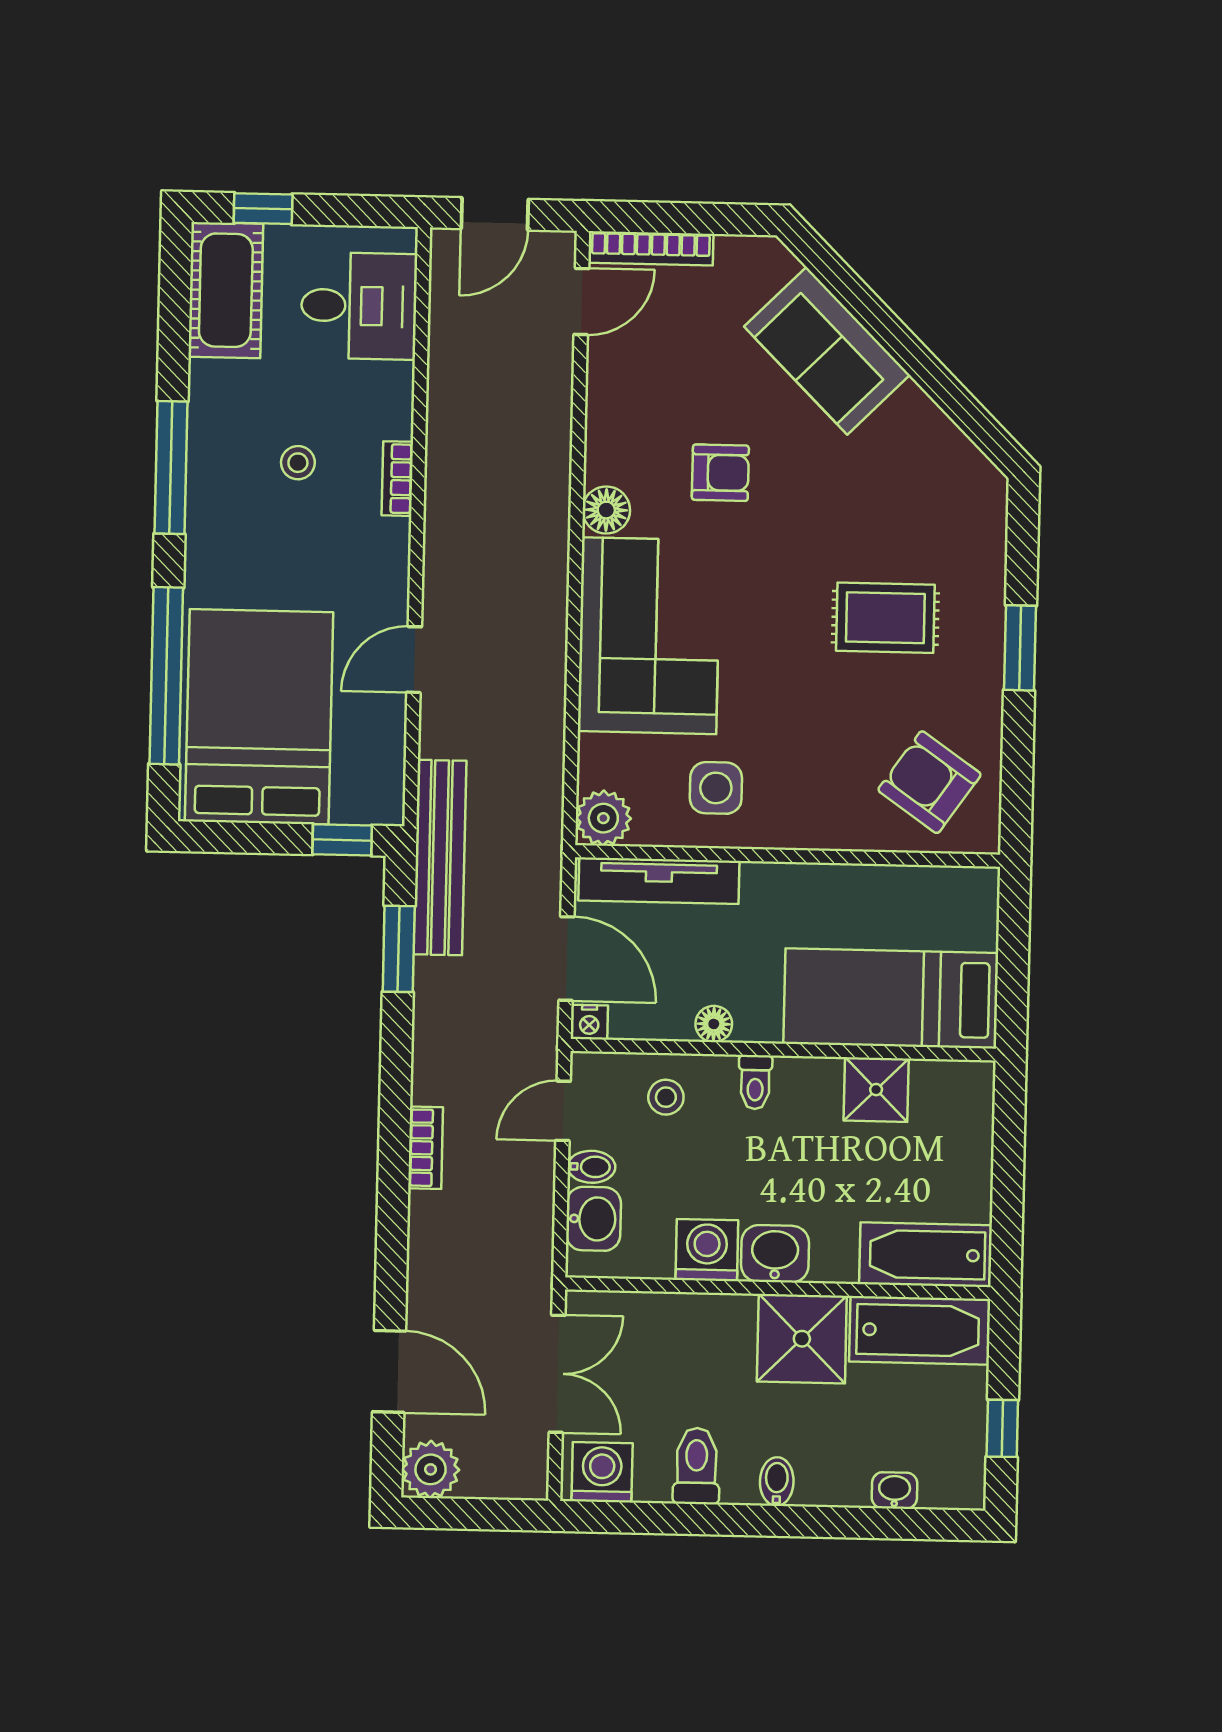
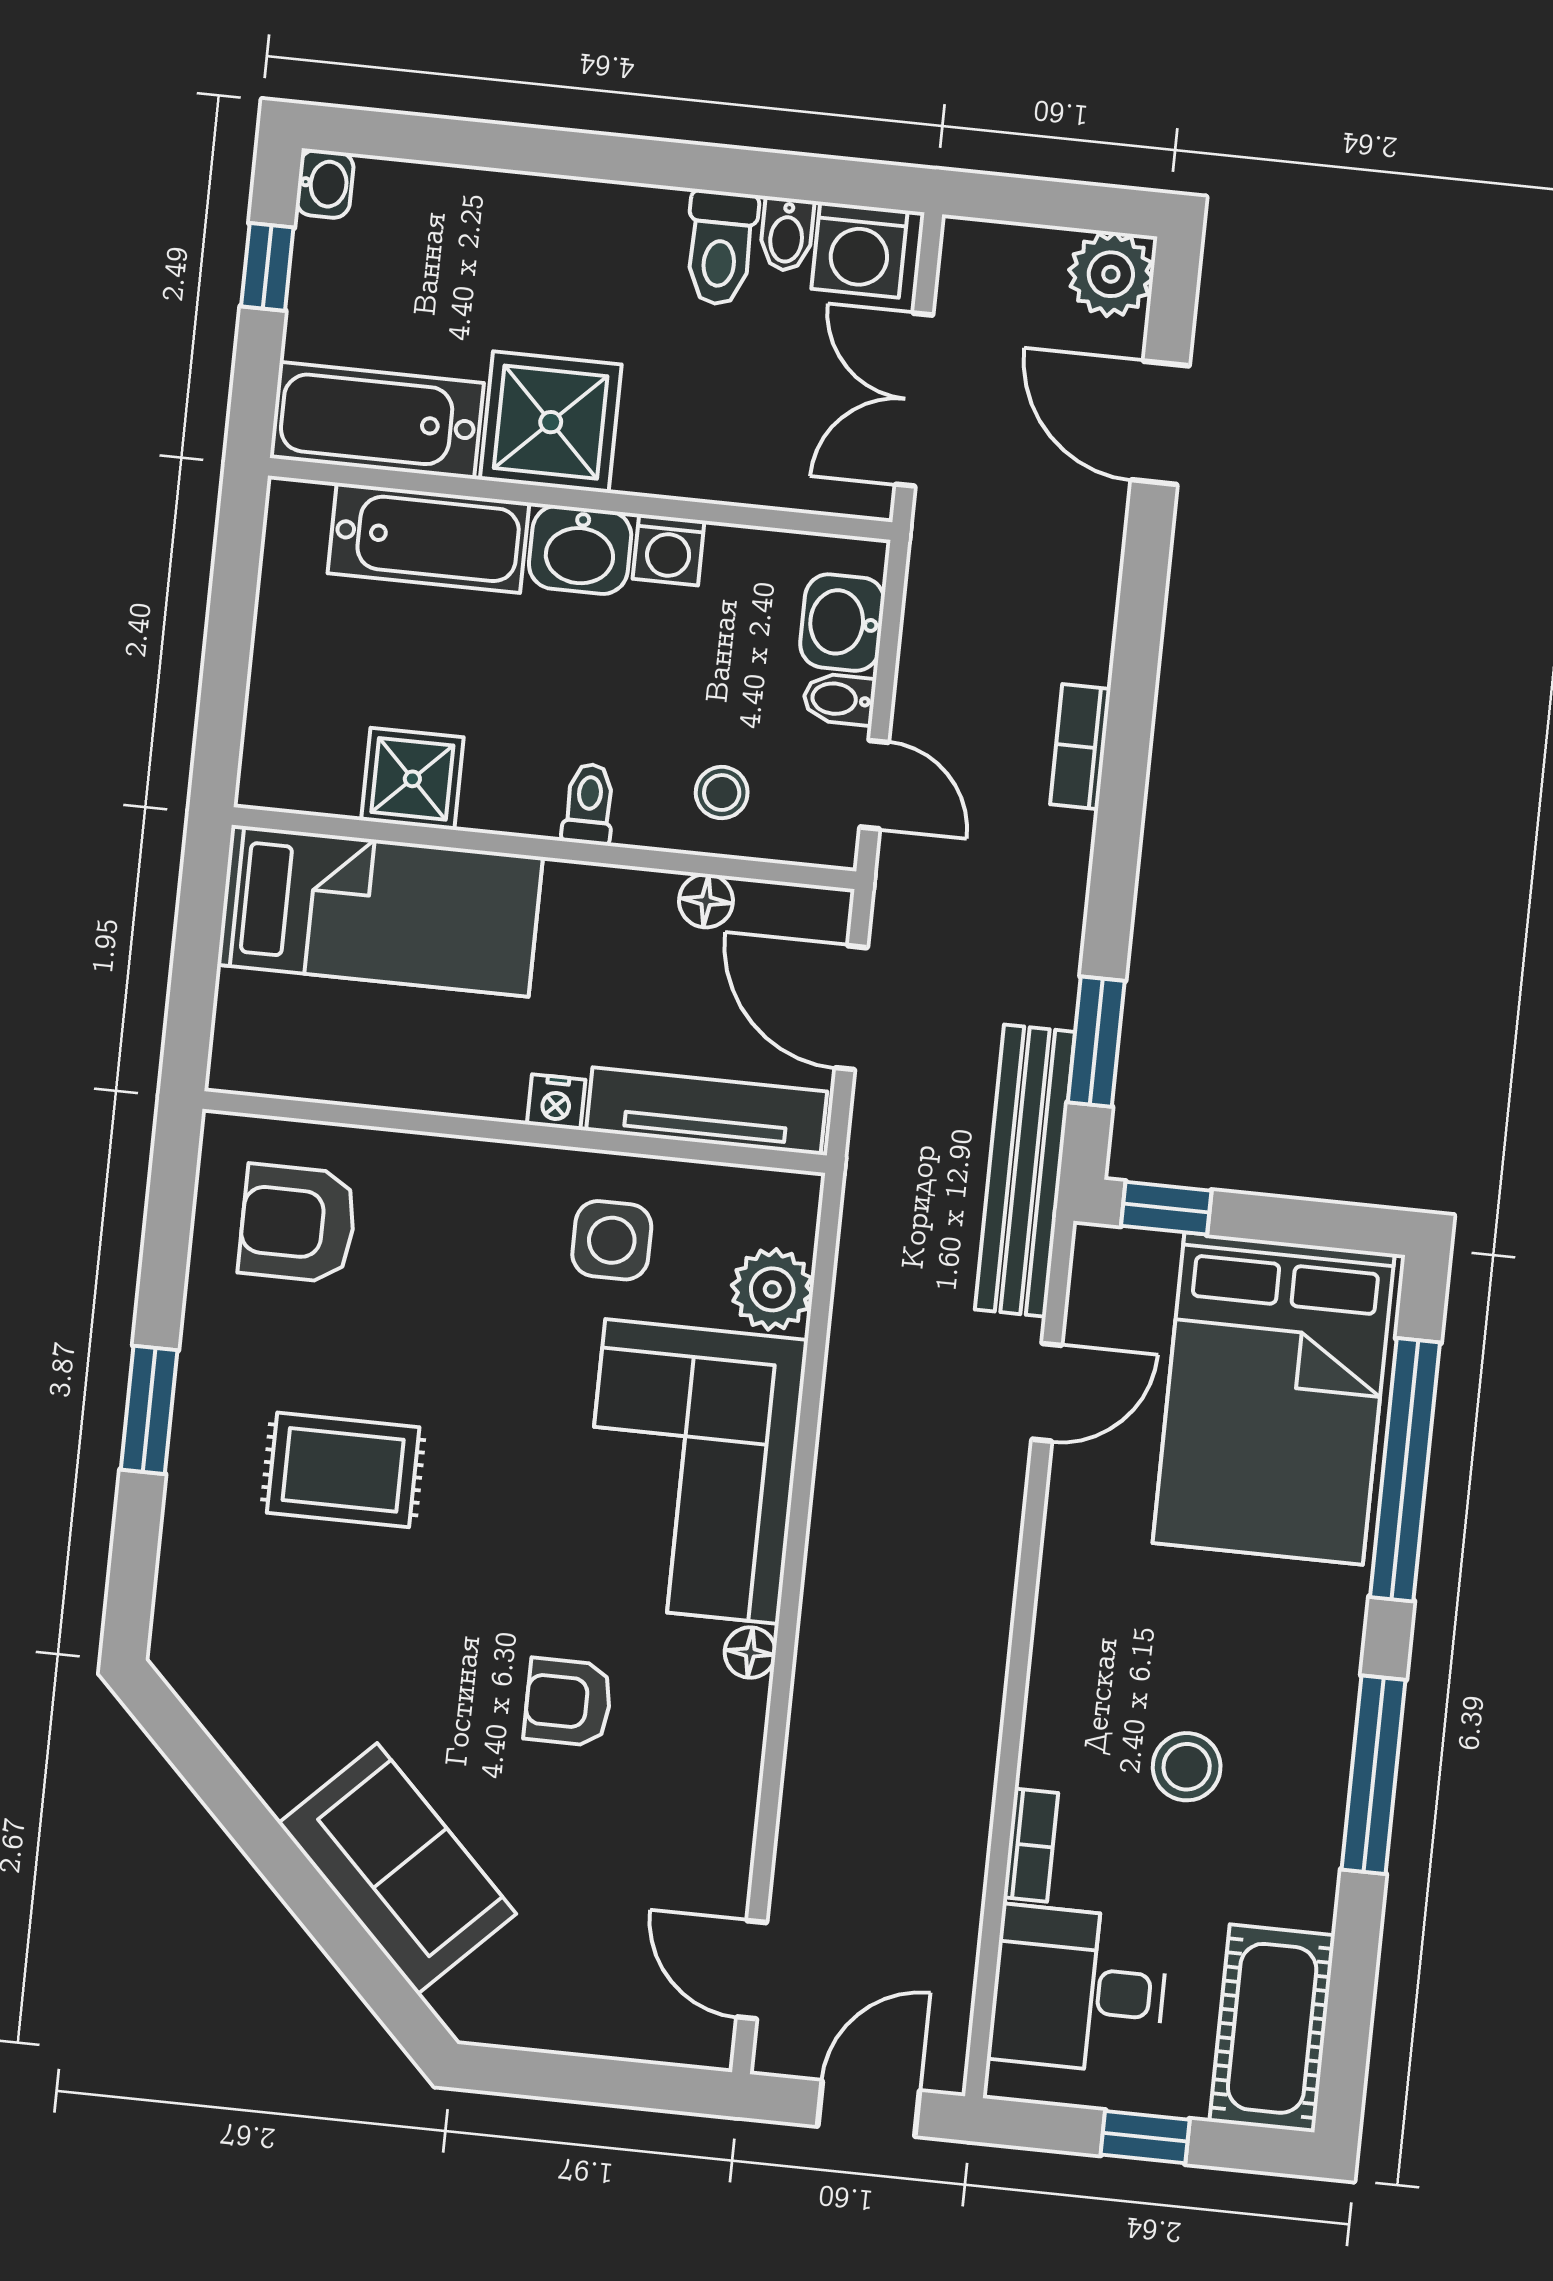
window: (263, 209) -> (1145, 2137), moved
bookcase: (651, 248) -> (644, 2040), removed
door: (581, 301) -> (752, 1970), hinge flipped
stool: (298, 463) -> (1187, 1767), width x1.37, depth x1.37
bookcase: (397, 479) -> (1031, 1845), moved
floor lamp: (606, 510) -> (750, 1652), width x0.73, depth x0.73
door: (414, 660) -> (1047, 1392), moved
armchair: (929, 782) -> (298, 1223), turned 145
plant: (603, 818) -> (772, 1289), moved
nightstand: (589, 1022) -> (556, 1102), moved, turned 180
floor lamp: (714, 1024) -> (706, 901), moved
door: (563, 1111) -> (874, 785), hinge flipped
washing machine: (707, 1250) -> (669, 550), width x0.73, depth x0.73
bathtub: (926, 1255) -> (428, 538), moved
bidet: (777, 1482) -> (787, 234), moved
washbasin: (894, 1490) -> (325, 184), moved, turned -90

